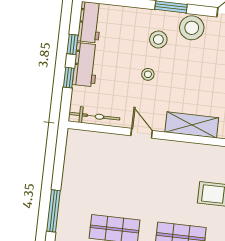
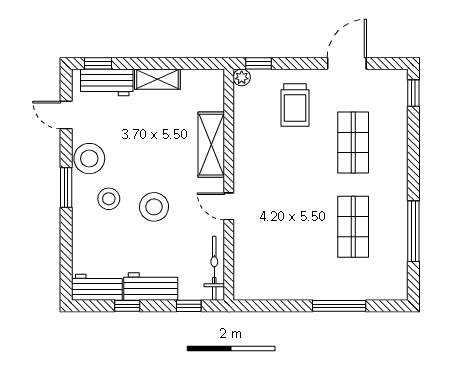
stool: (148, 74) -> (154, 207), width x1.89, depth x1.89
window: (69, 78) -> (189, 306), moved
door: (142, 133) -> (229, 206), hinge flipped

